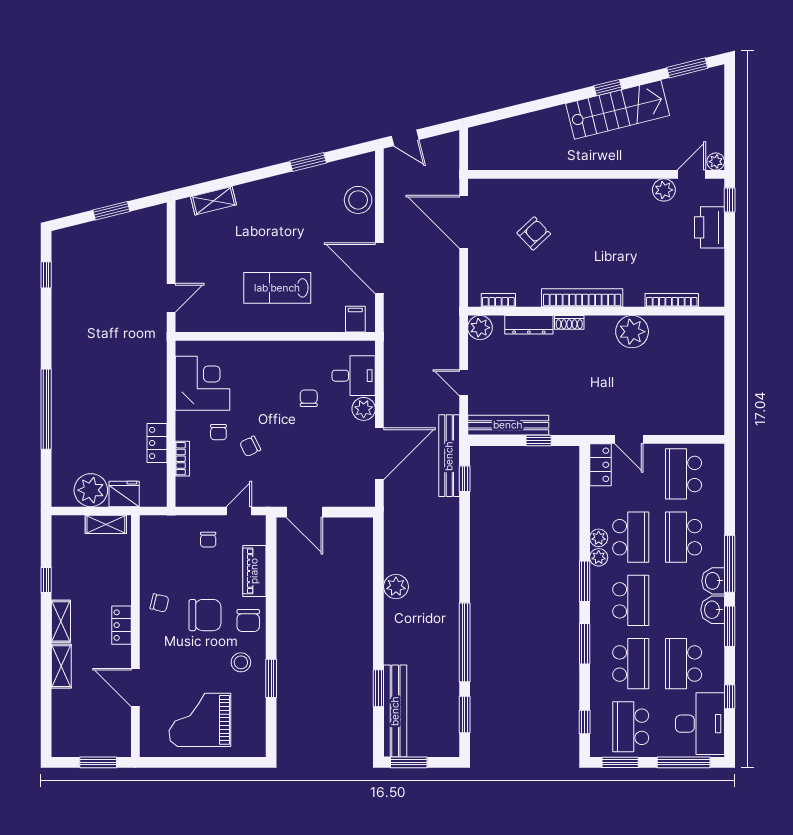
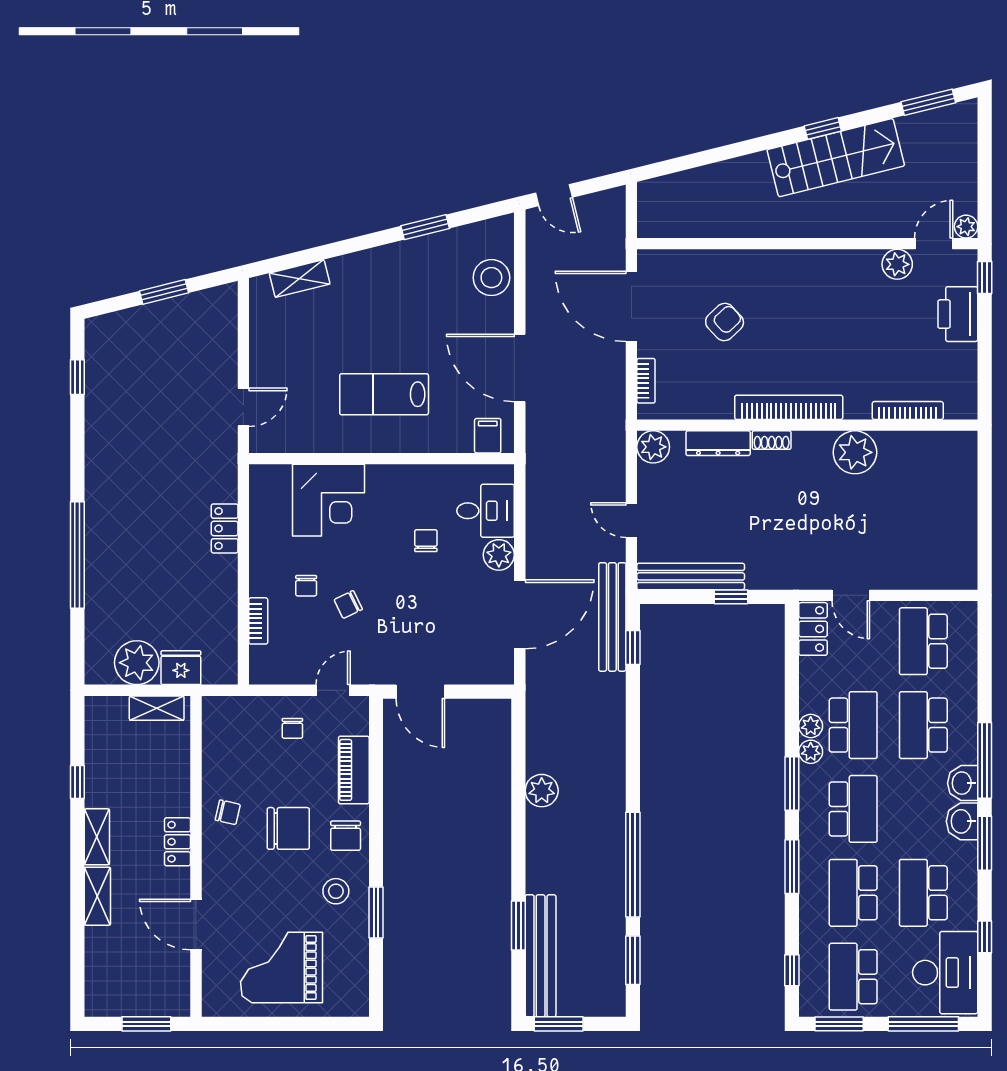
bookcase: (498, 300) -> (646, 381), moved, turned 90
corner desk: (203, 383) -> (329, 500), moved, turned 90
locker: (157, 443) -> (225, 528), moved
school desk: (631, 664) -> (853, 893), turned 180

